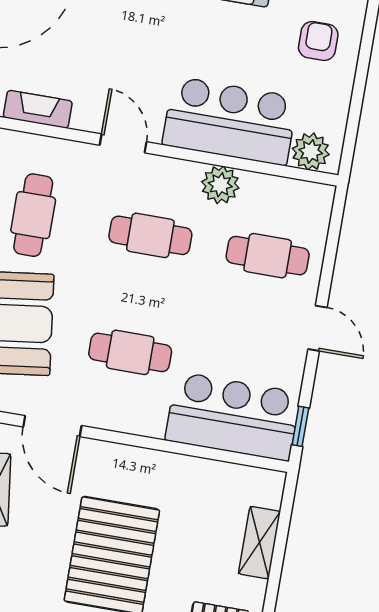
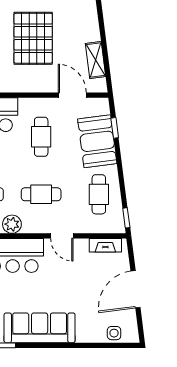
cafe table: (130, 352) -> (41, 137), turned 90

